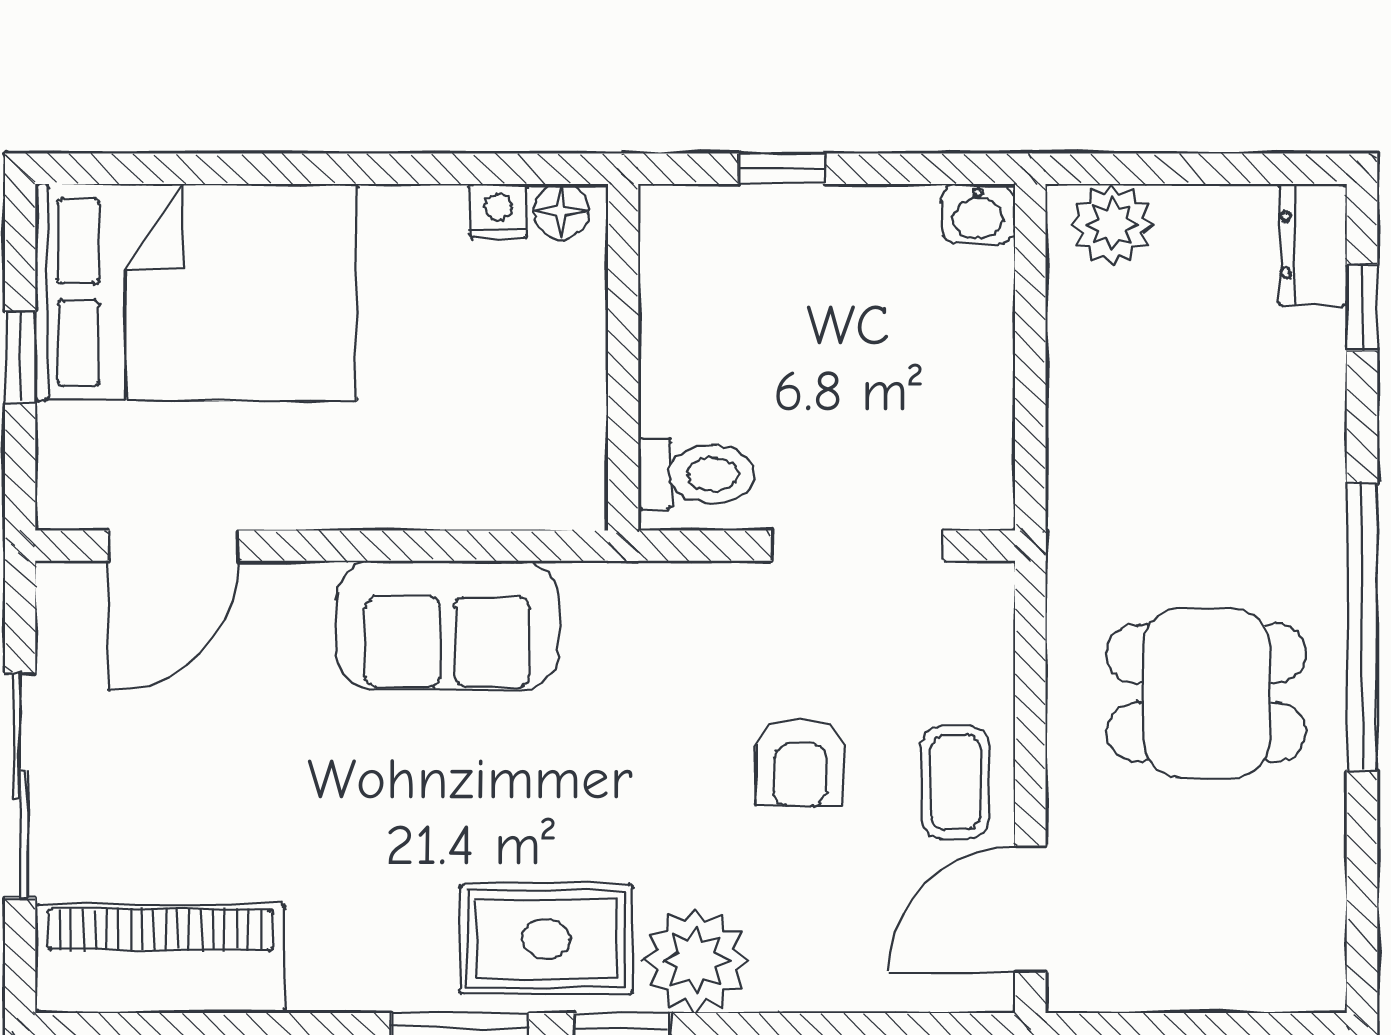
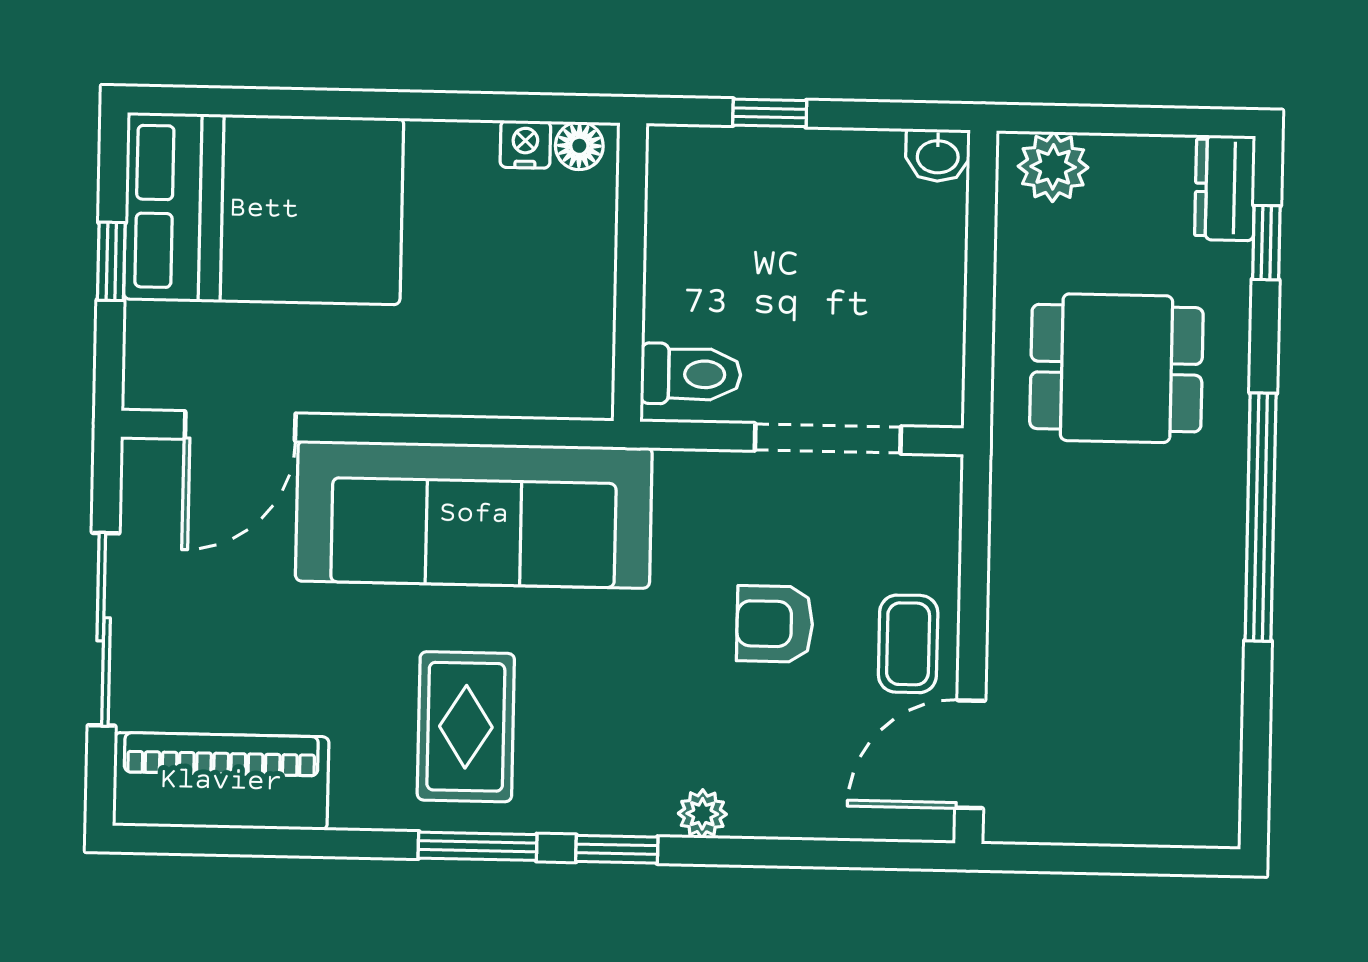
sofa: (448, 625) -> (474, 514), width x1.85, depth x1.27
dining table: (1206, 693) -> (1116, 368), moved
armchair: (800, 762) -> (775, 624), turned 90
rug: (546, 939) -> (466, 727), moved, turned 90
plant: (696, 960) -> (702, 814), width x0.53, depth x0.53

